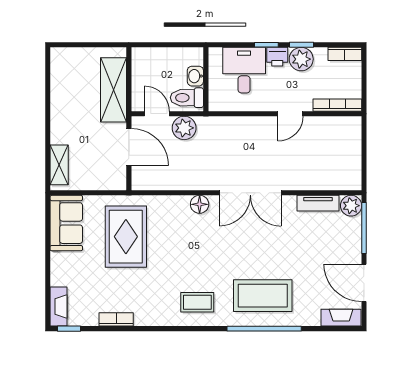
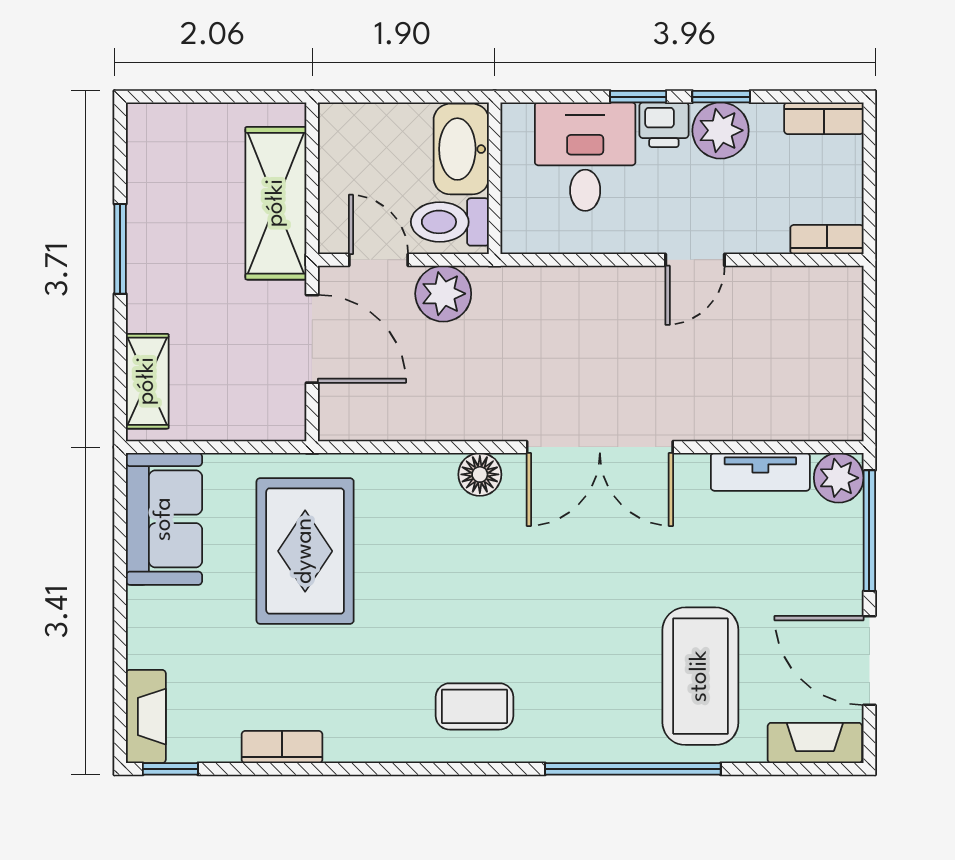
washbasin: (195, 76) -> (461, 149), width x1.91, depth x1.45
bookcase: (337, 105) -> (827, 239), width x0.64
window: (48, 109) -> (120, 249), added
coffee table: (263, 296) -> (700, 676), moved, turned 90

